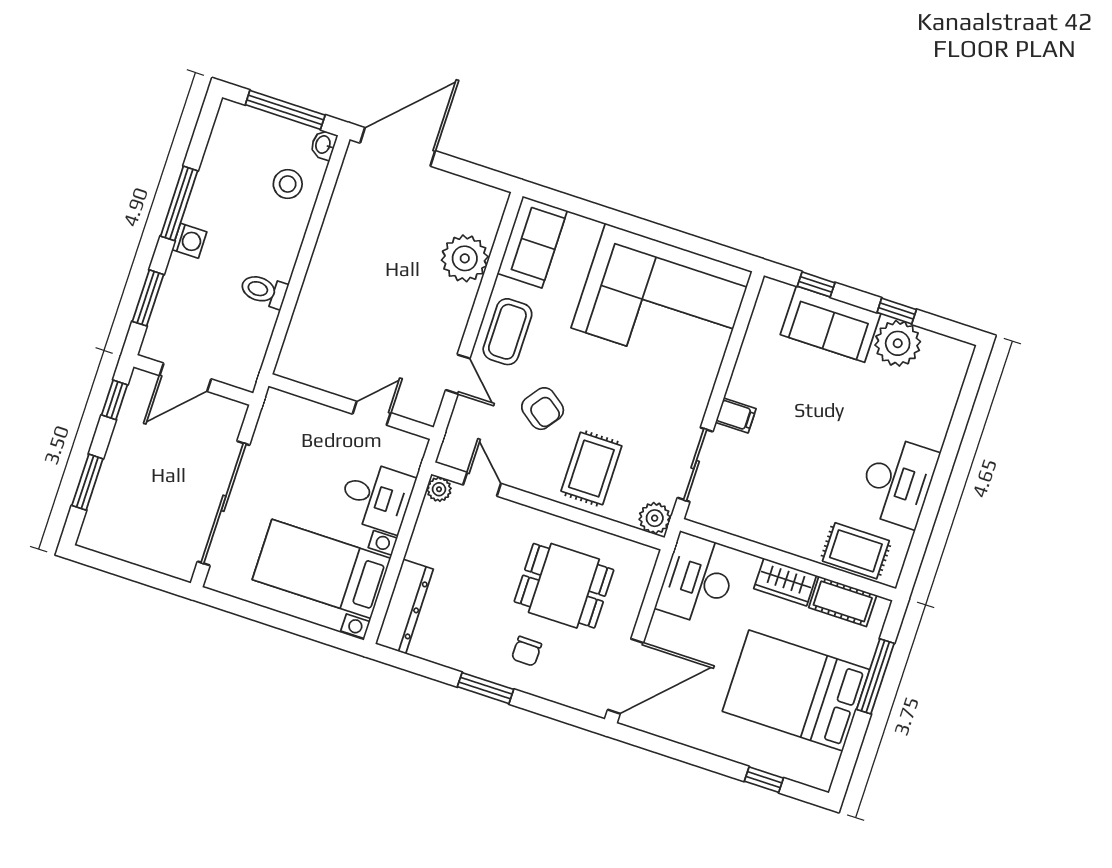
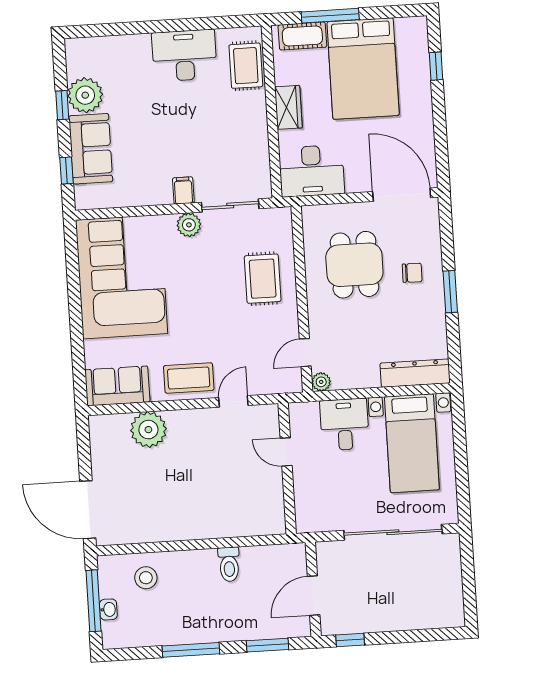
washbasin: (324, 145) -> (108, 609), moved, turned -90
washing machine: (189, 241) -> (215, 632), removed
door: (185, 377) -> (314, 596), swing flipped
armchair: (543, 409) -> (234, 331), removed
rug: (591, 468) -> (263, 279), turned 90
window: (87, 482) -> (417, 636), removed
plant: (655, 518) -> (189, 225), moved
cot: (843, 601) -> (302, 36), moved, turned 90

